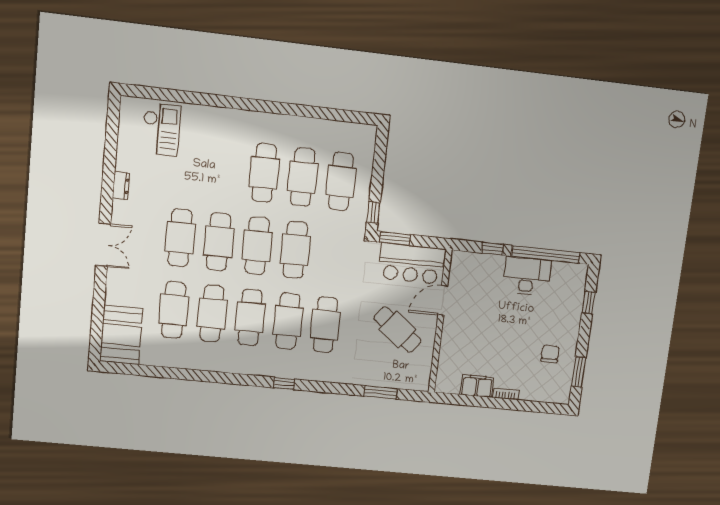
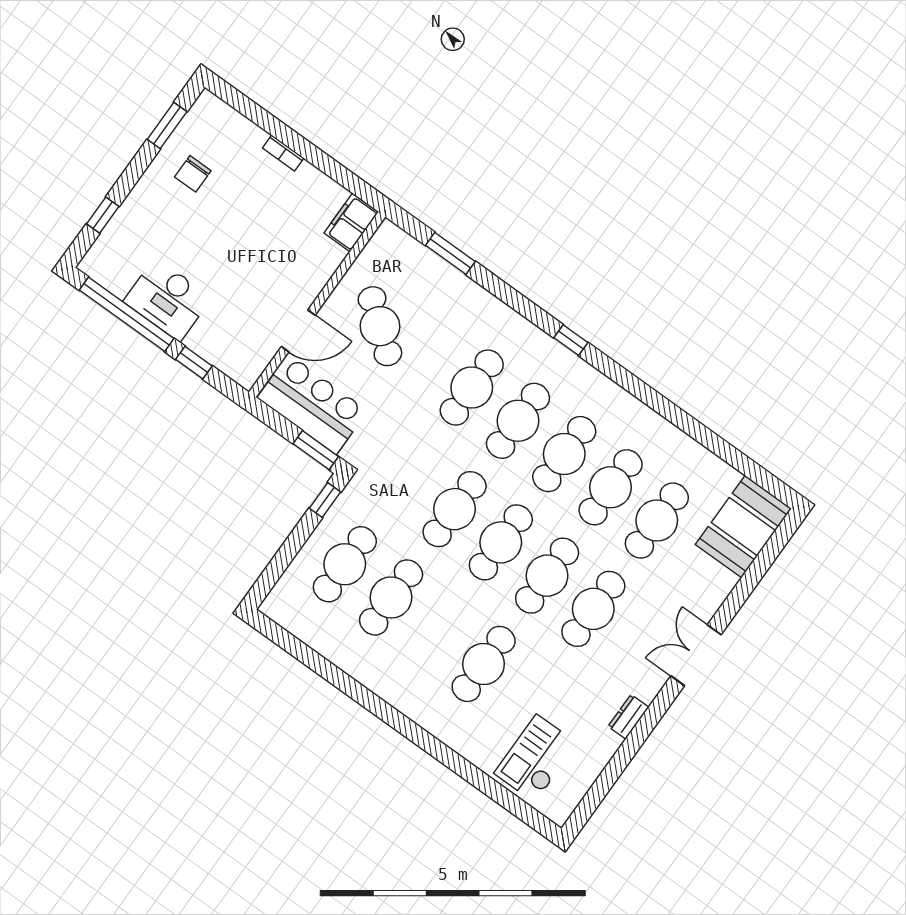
cafe table: (264, 173) -> (484, 664), moved
filing cabinet: (477, 386) -> (351, 223), moved, turned 90

